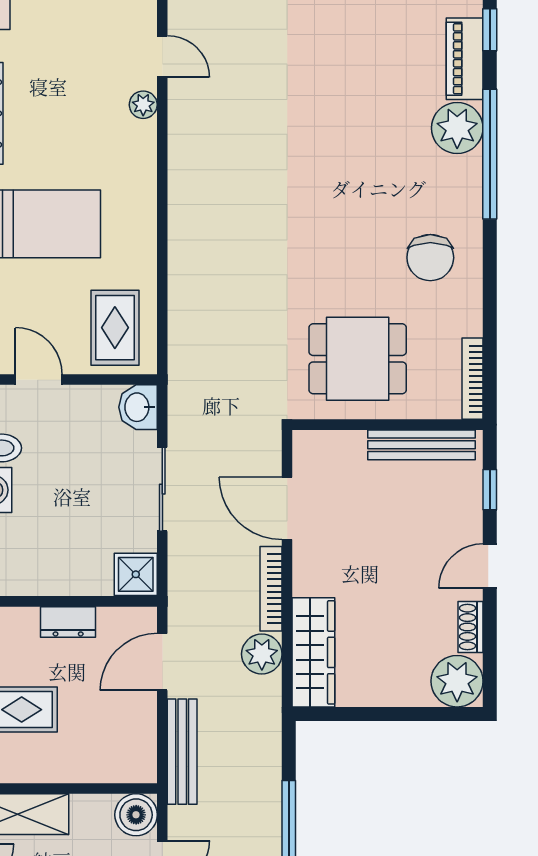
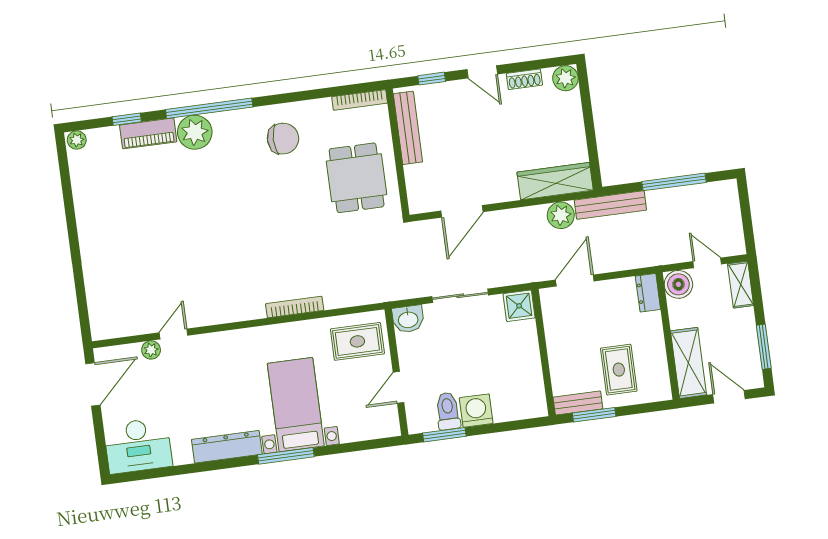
plant: (143, 105) -> (151, 350), moved
bookcase: (271, 589) -> (295, 307), moved, turned 180
dresser: (68, 622) -> (648, 293), moved, turned 180
door: (162, 662) -> (575, 280), swing flipped
plant: (457, 681) -> (565, 78), width x0.73, depth x0.73
bench: (182, 752) -> (610, 205), moved

